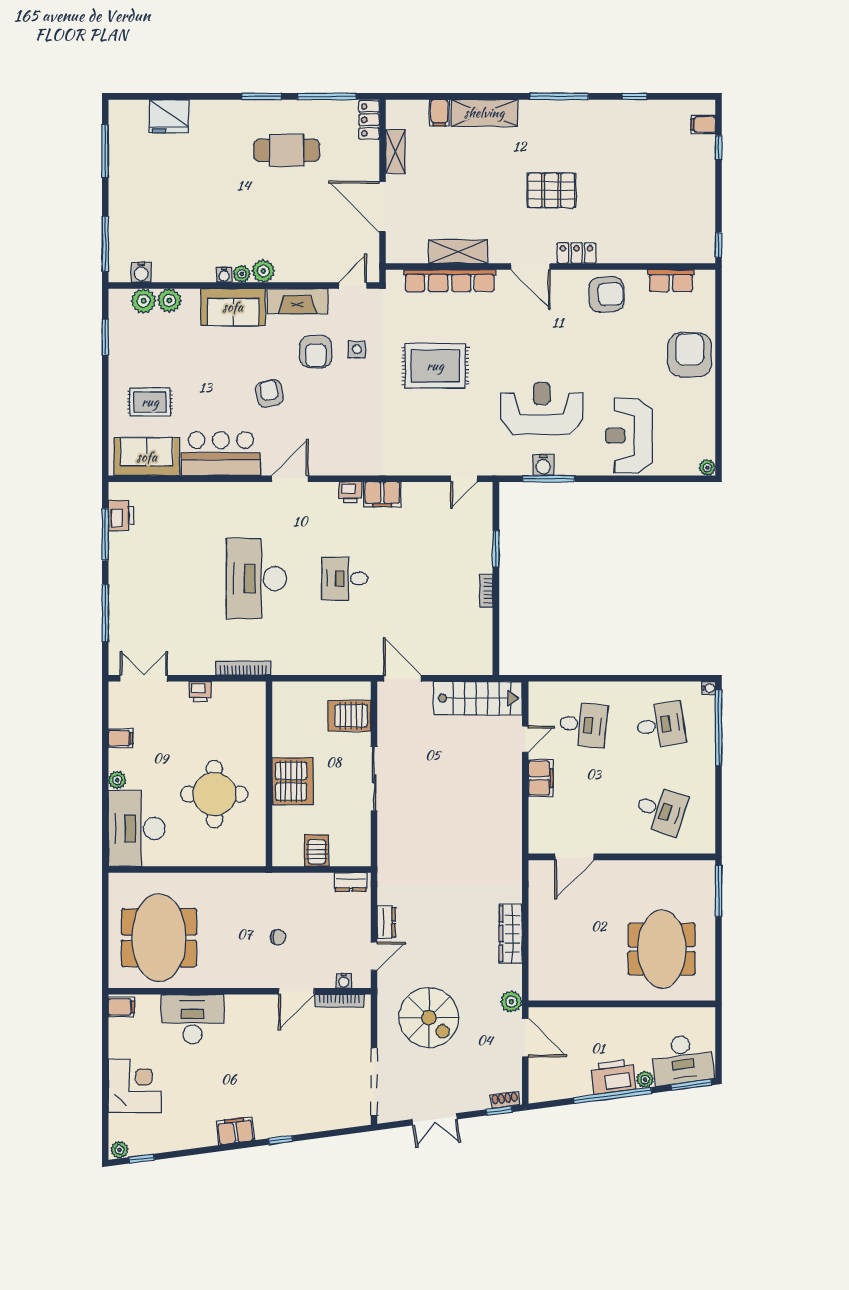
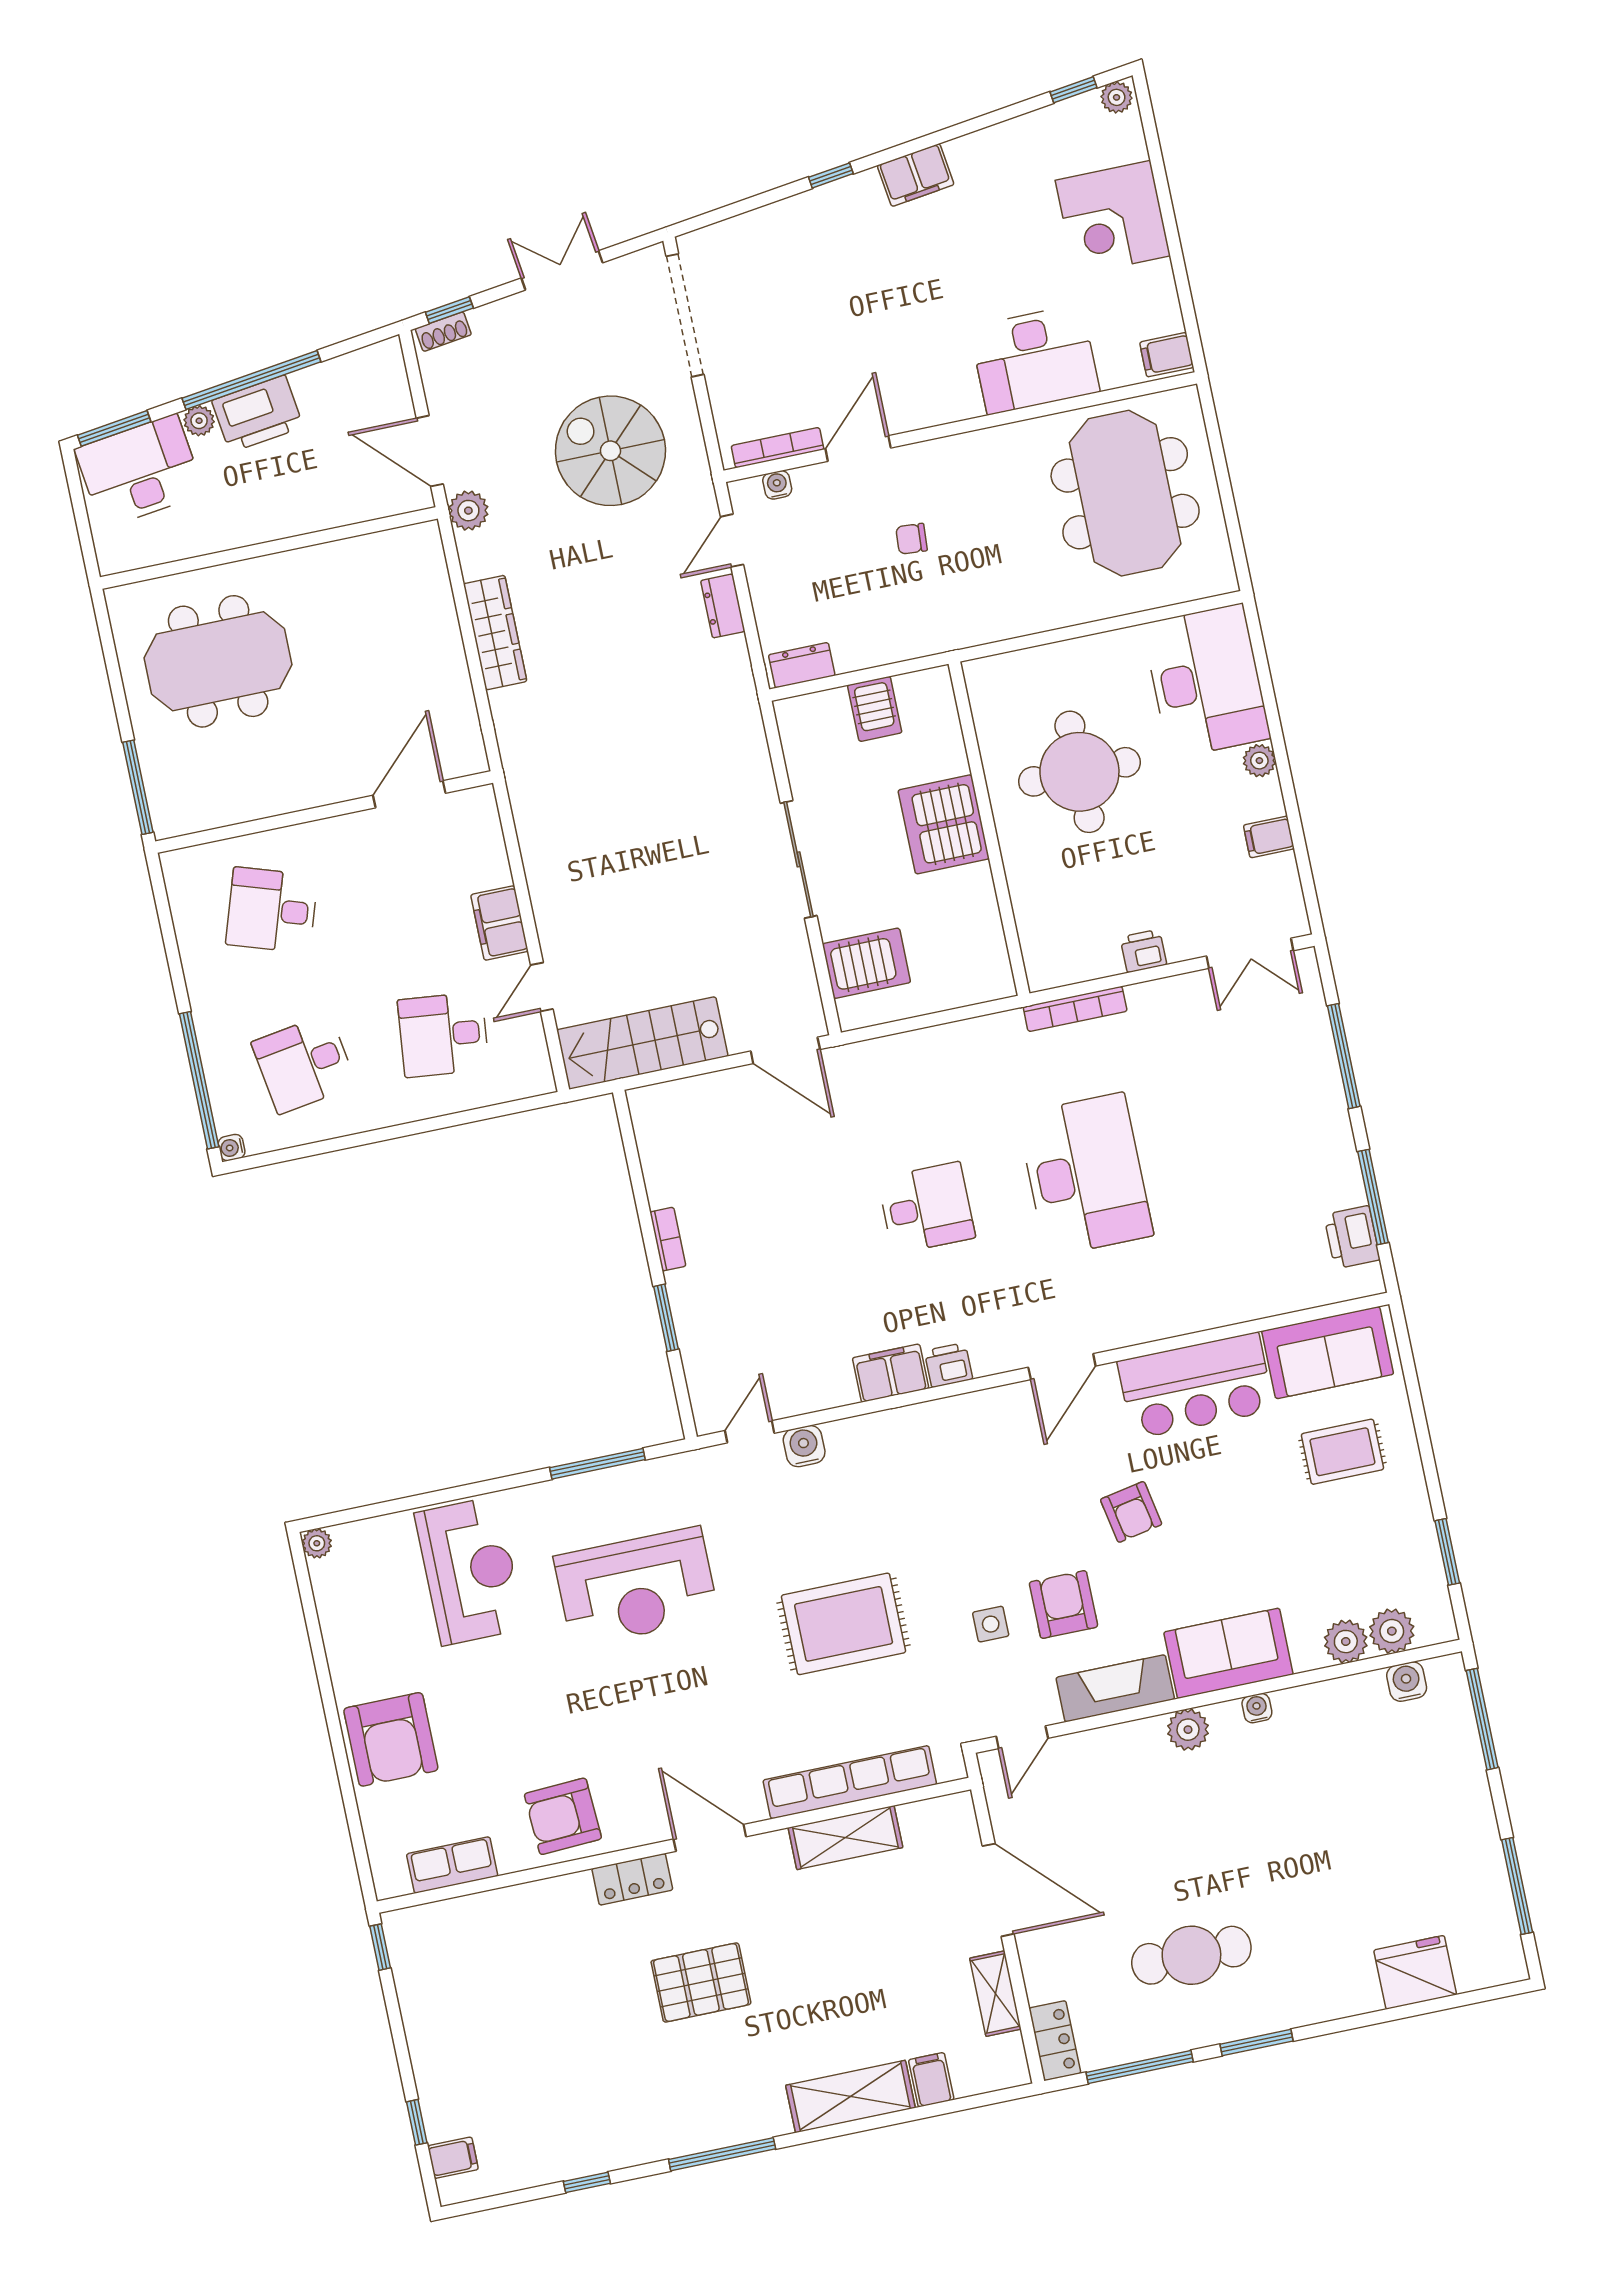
plant: (242, 274) -> (1226, 1716), removed
water cooler: (543, 465) -> (804, 1446), moved
meeting table: (662, 949) -> (218, 661), turned 90

